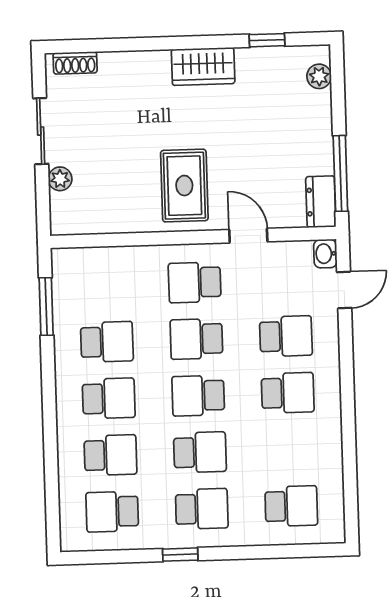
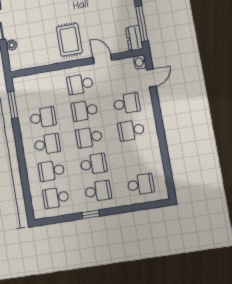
school desk: (288, 393) -> (131, 130), turned 180
school desk: (110, 455) -> (52, 171), turned 180

